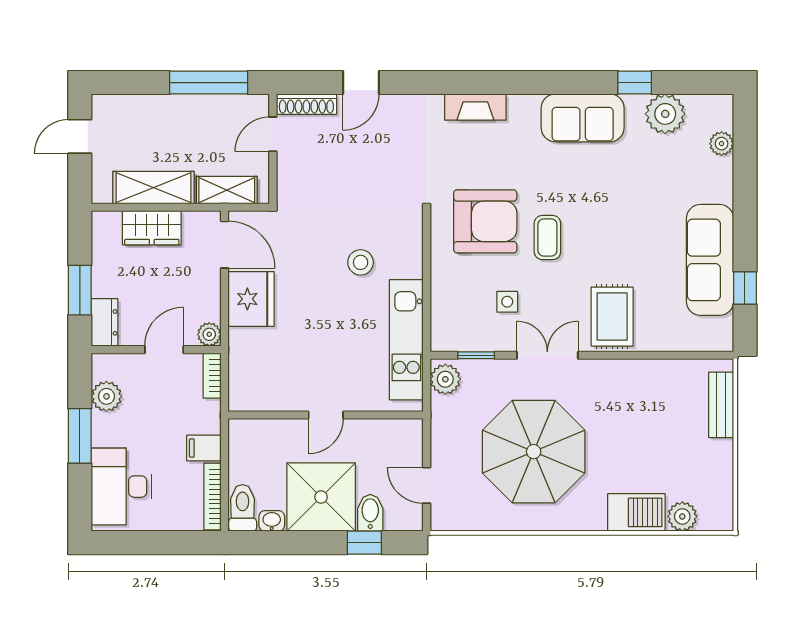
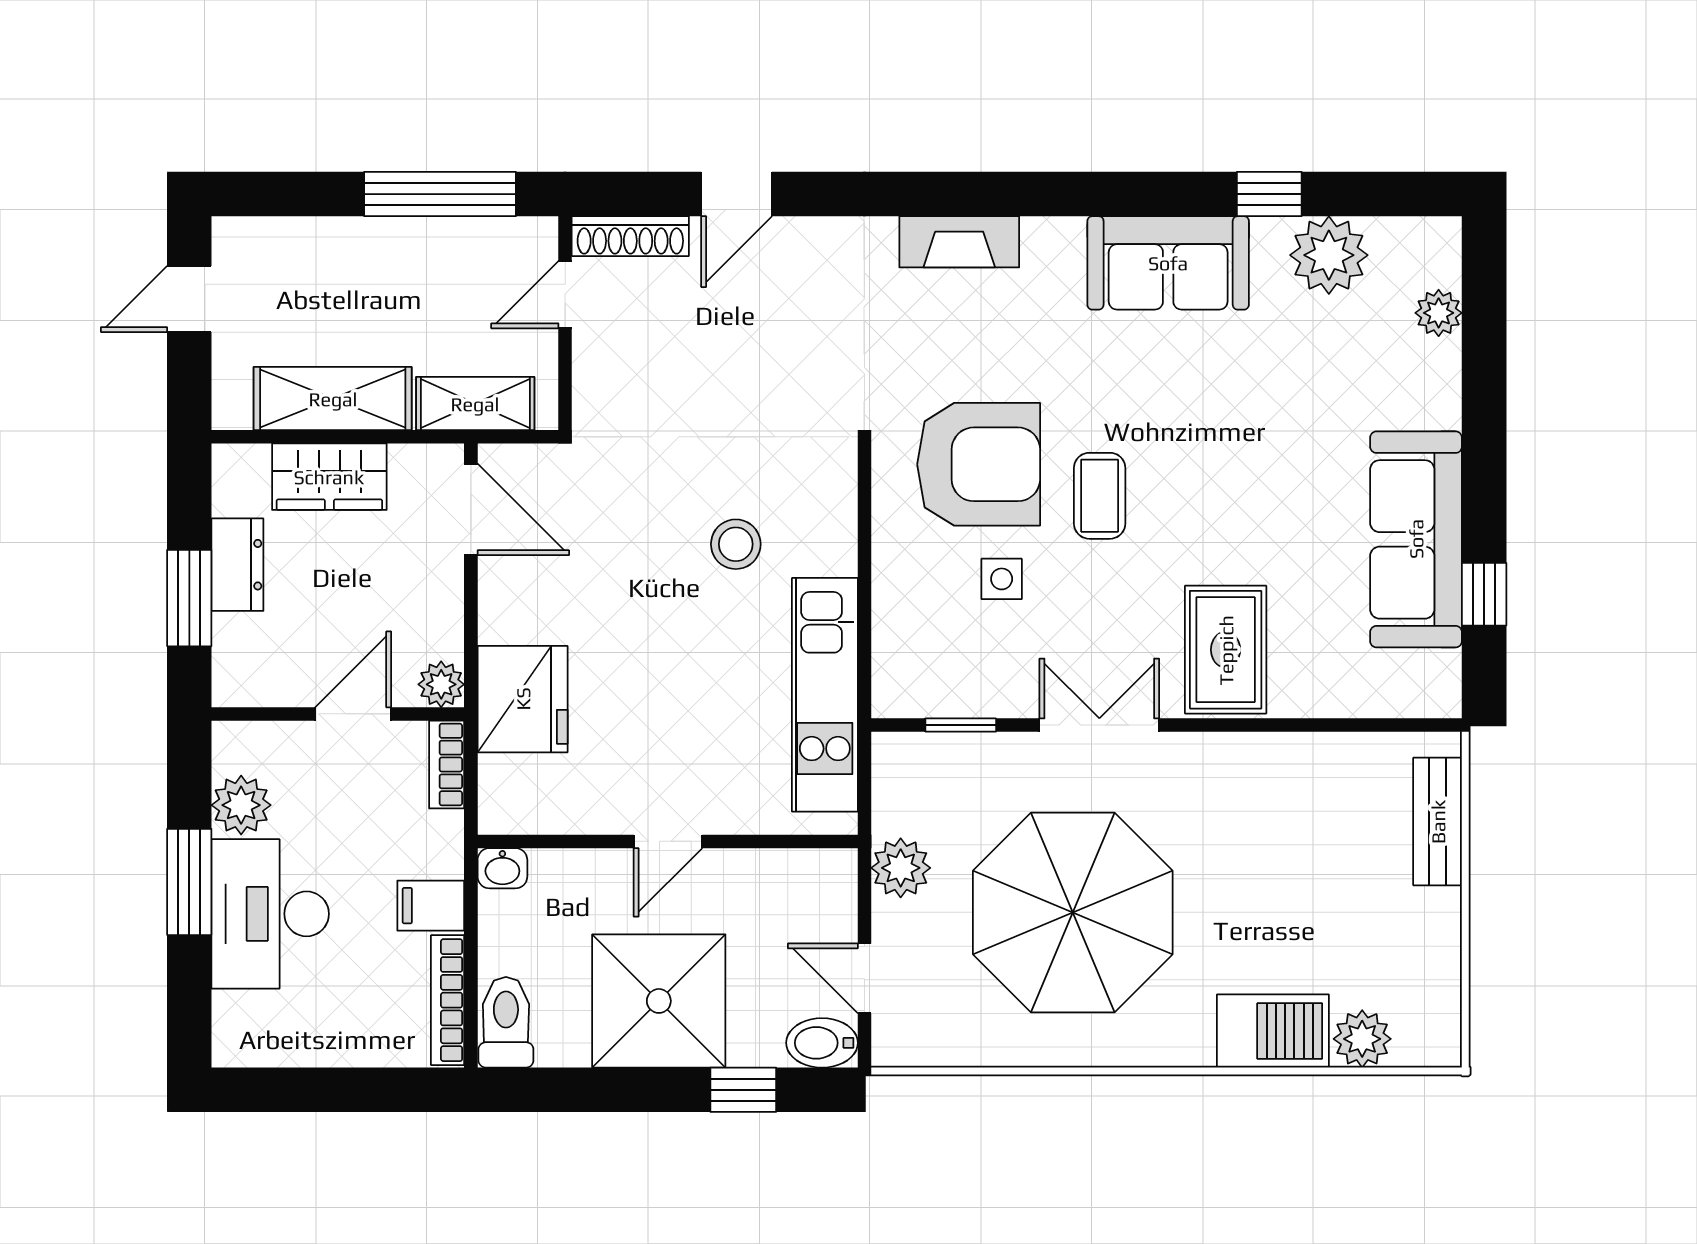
fridge: (251, 299) -> (523, 699), moved
side table: (507, 302) -> (1002, 579), moved
dresser: (105, 322) -> (237, 565), moved
plant: (445, 379) -> (901, 868), moved
desk: (121, 487) -> (270, 914), moved
bidet: (370, 513) -> (822, 1043), moved, turned -90
washbasin: (272, 521) -> (502, 868), moved, turned 180

